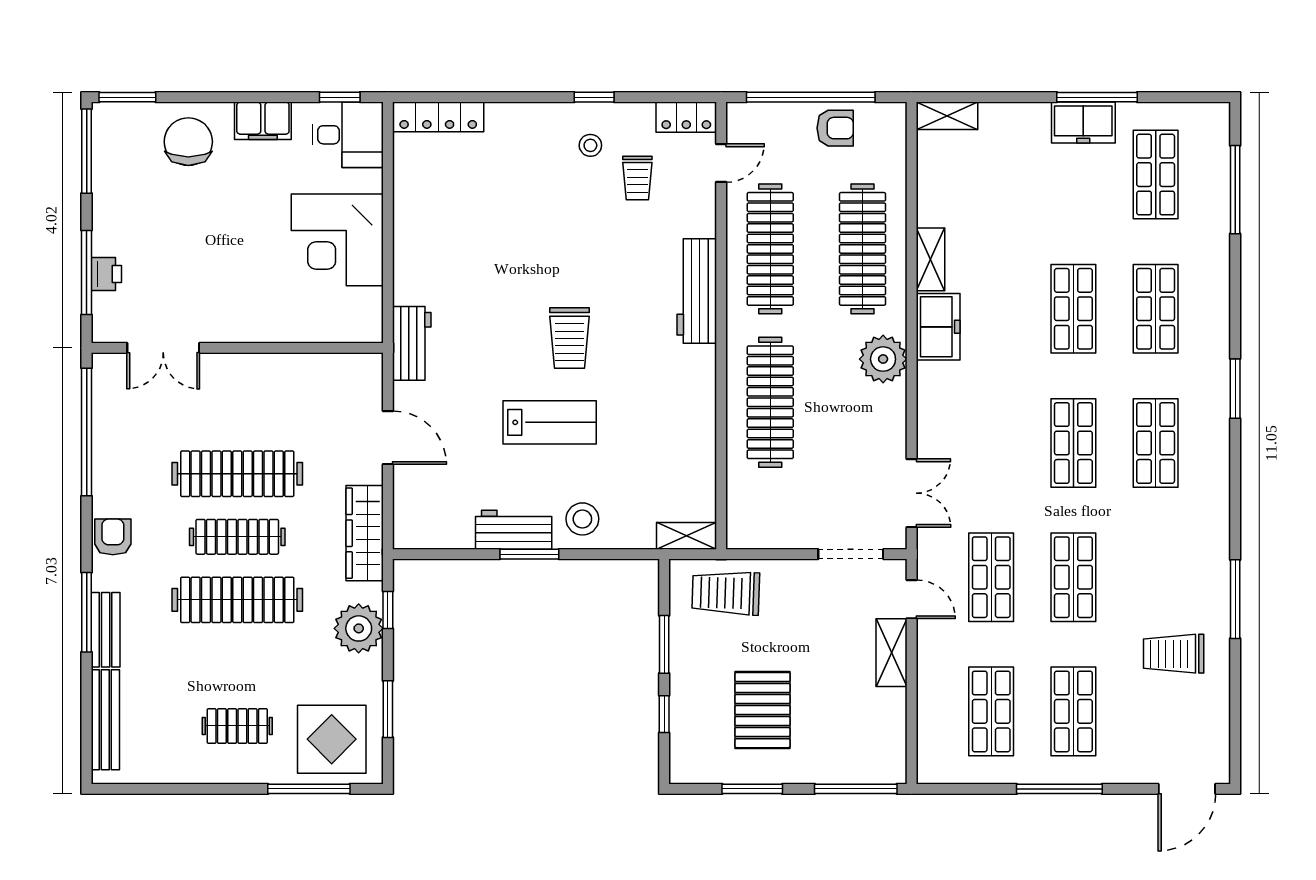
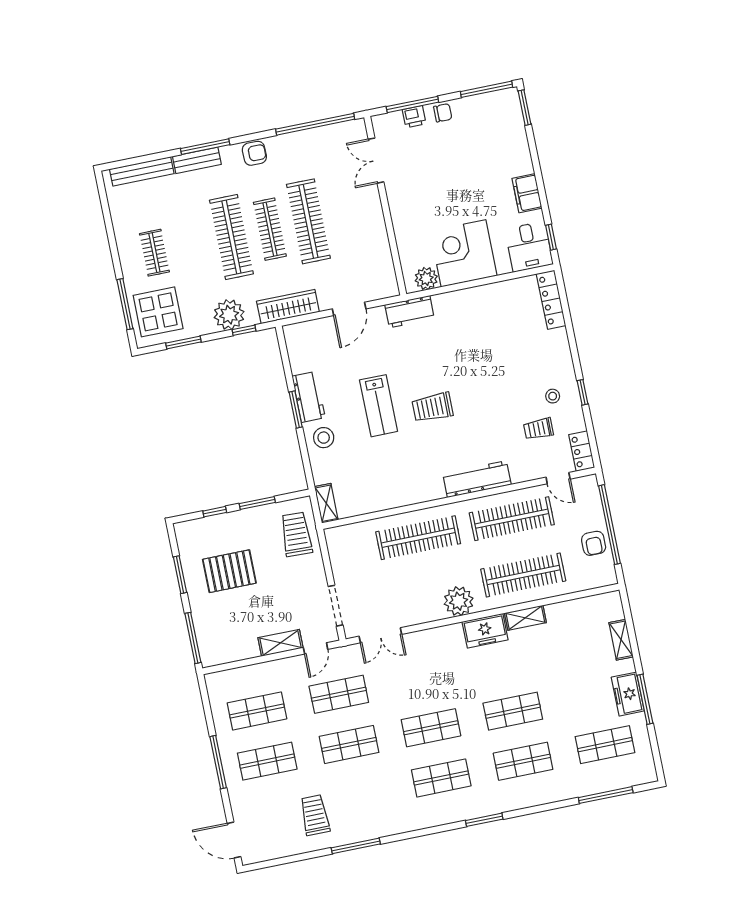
shelving: (947, 116) -> (621, 640), moved
chair: (188, 142) -> (443, 113), moved, width x0.54, depth x0.54
plant: (365, 307) -> (426, 279), added

